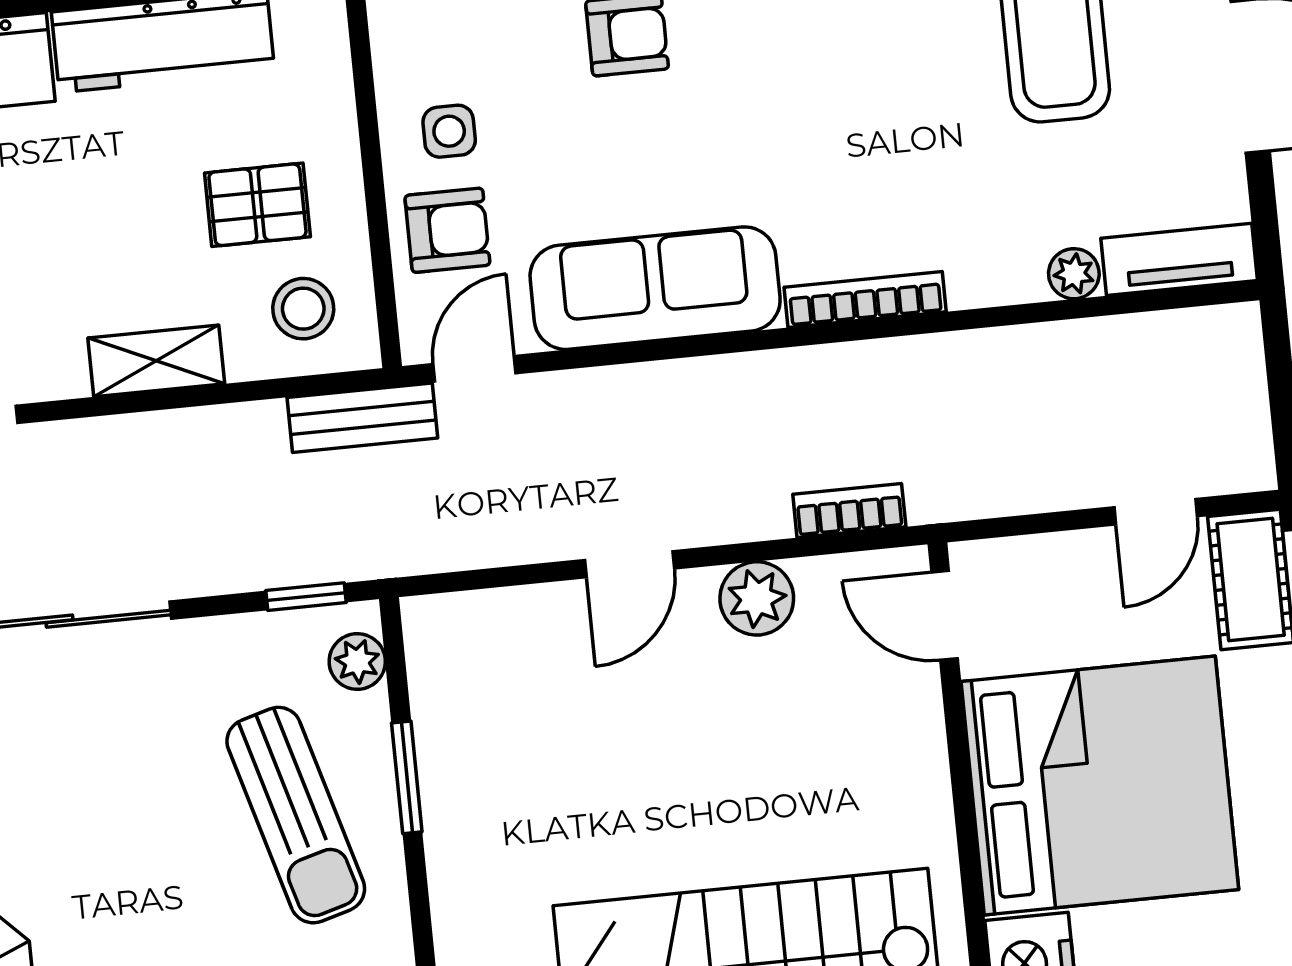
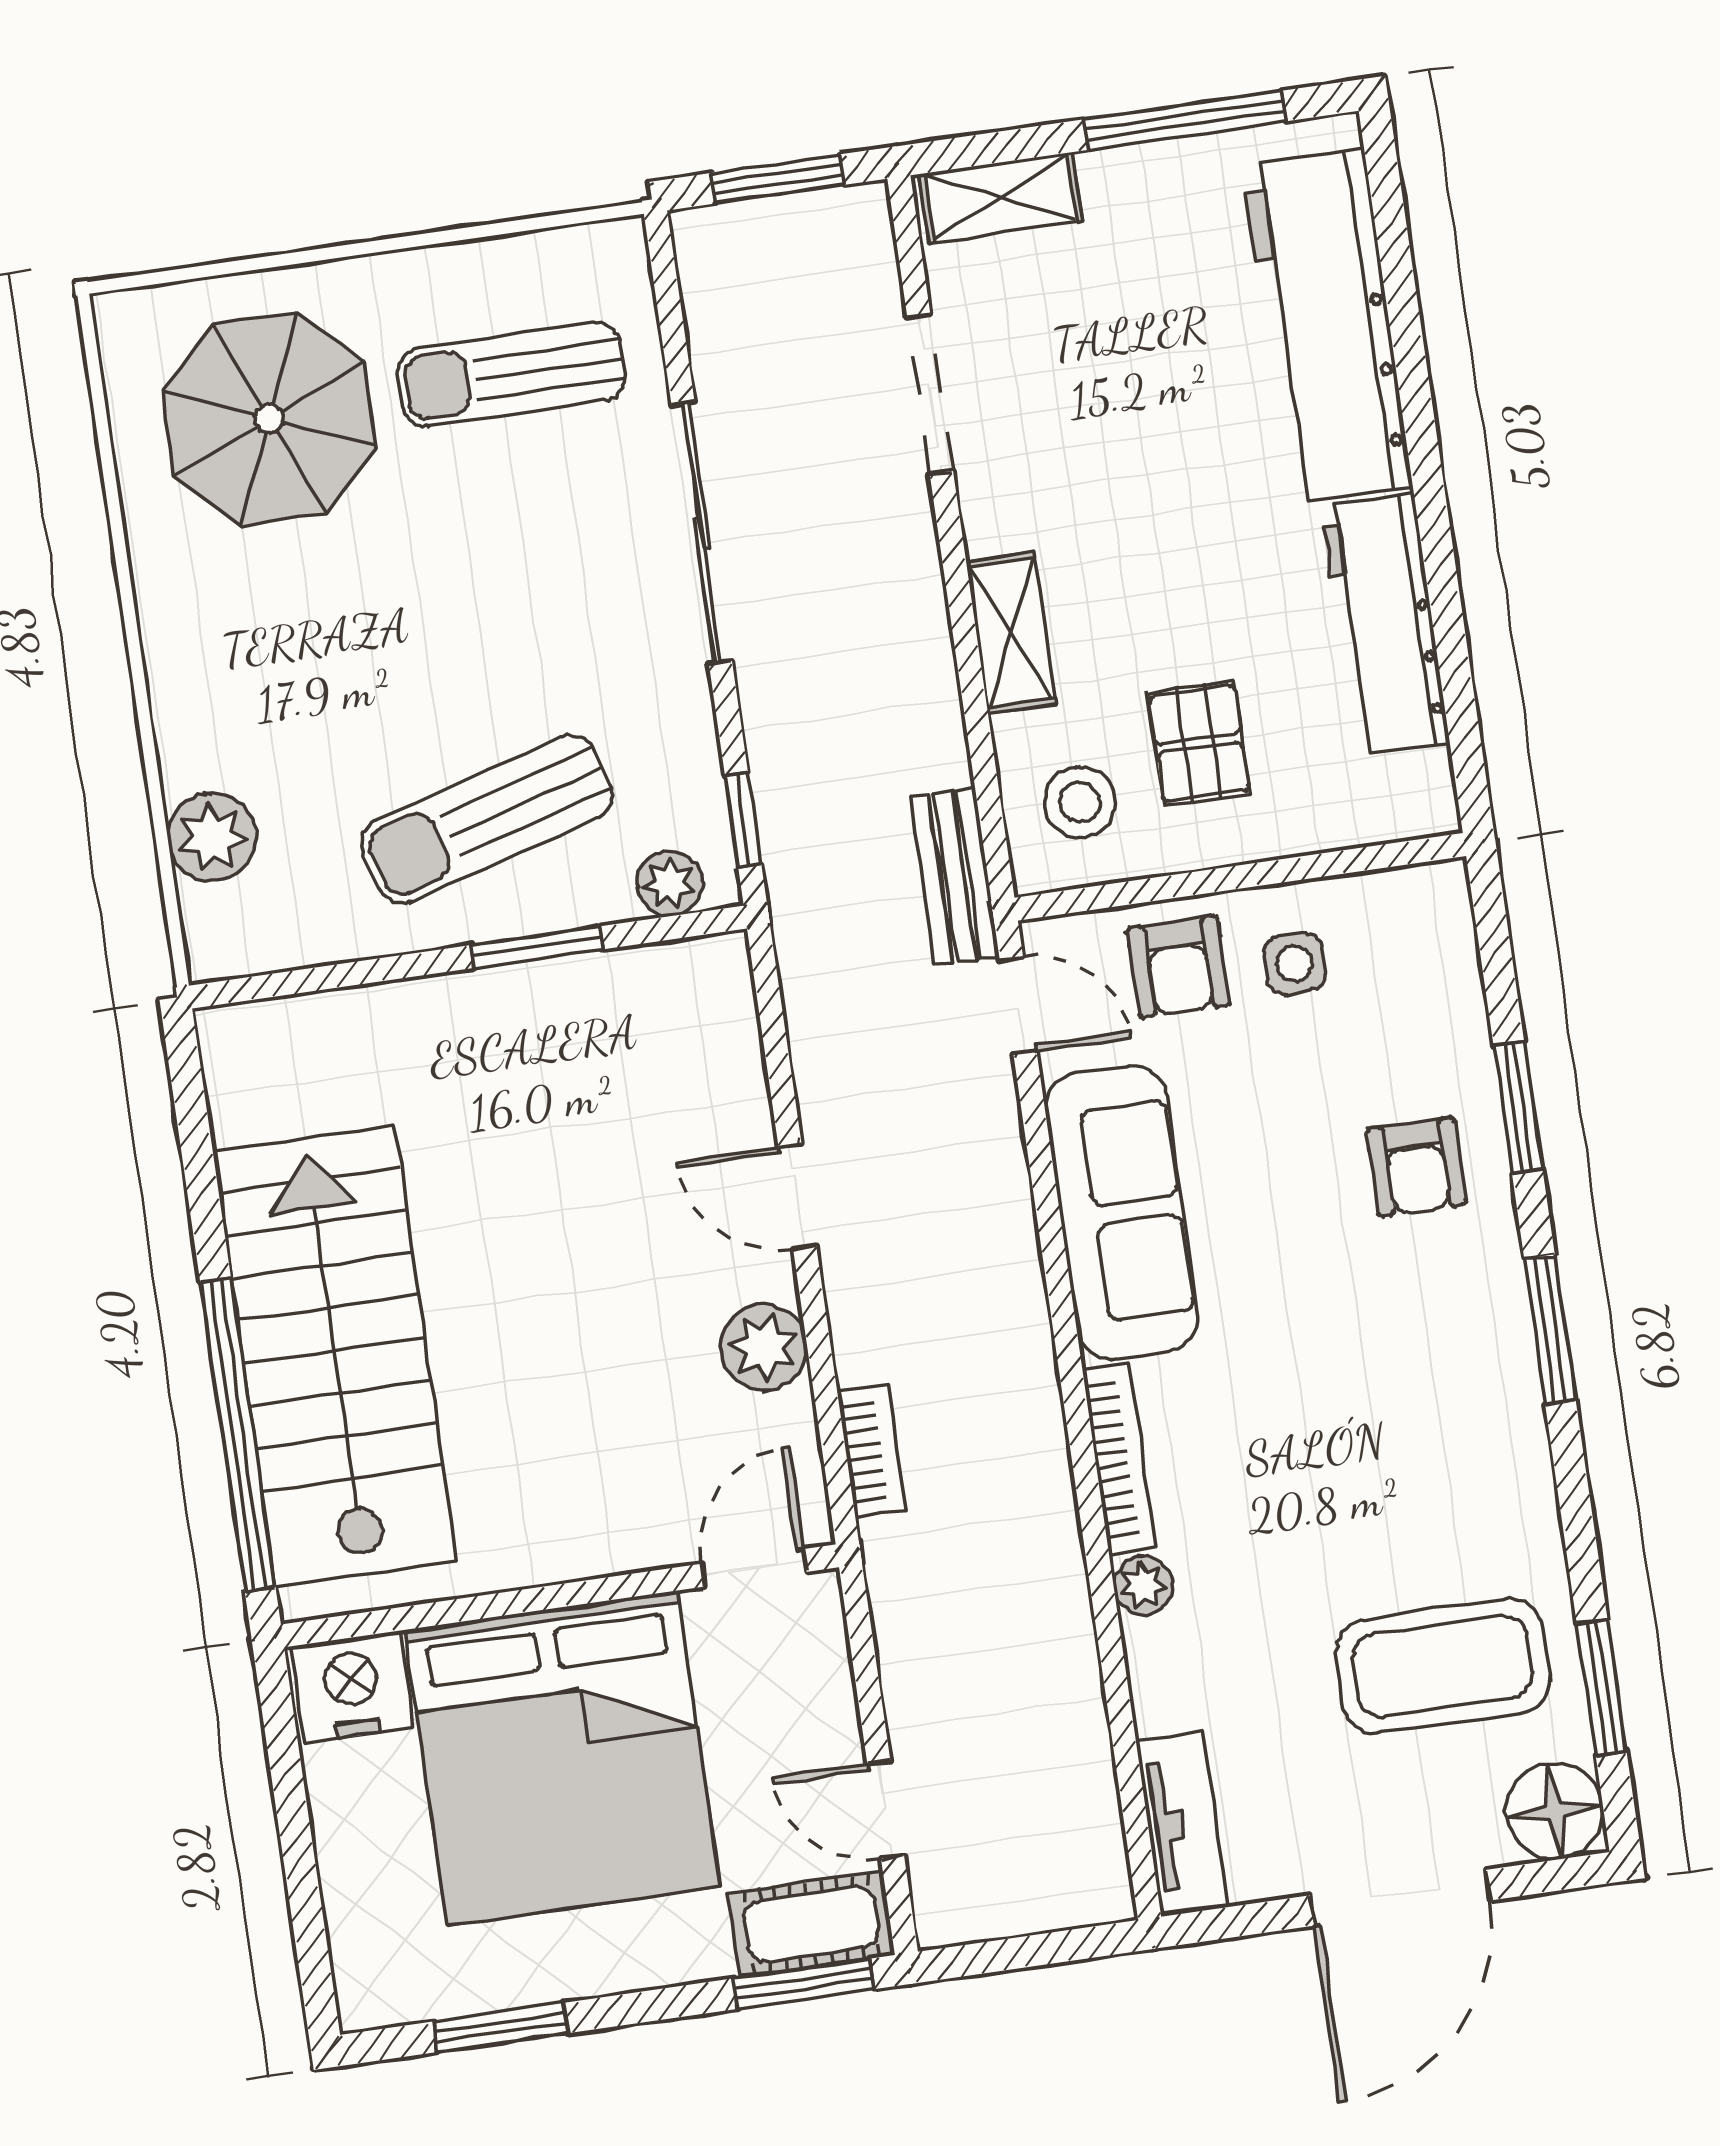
plant: (1074, 274) -> (1143, 1585), moved

